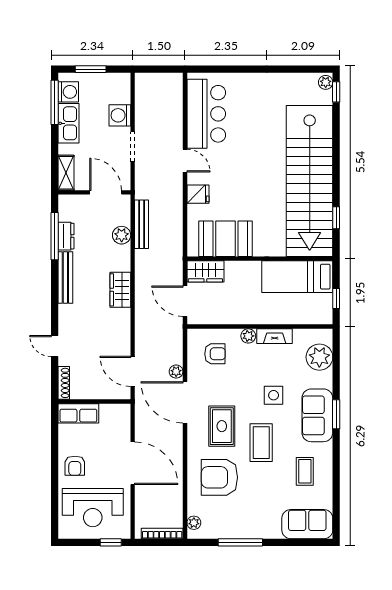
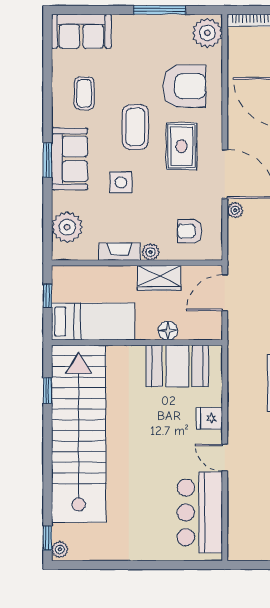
floor lamp: (233, 269) -> (168, 331), added
wardrobe: (205, 271) -> (159, 278), moved, turned 180
door: (185, 301) -> (225, 293), swing flipped
plant: (194, 523) -> (207, 33), width x1.87, depth x1.87

